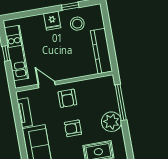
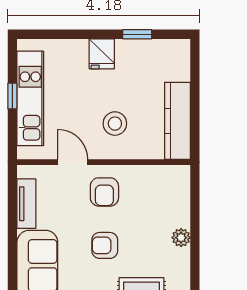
stool: (77, 24) -> (115, 124), moved
window: (121, 102) -> (195, 215), removed
plant: (111, 122) -> (181, 238), width x0.53, depth x0.53

